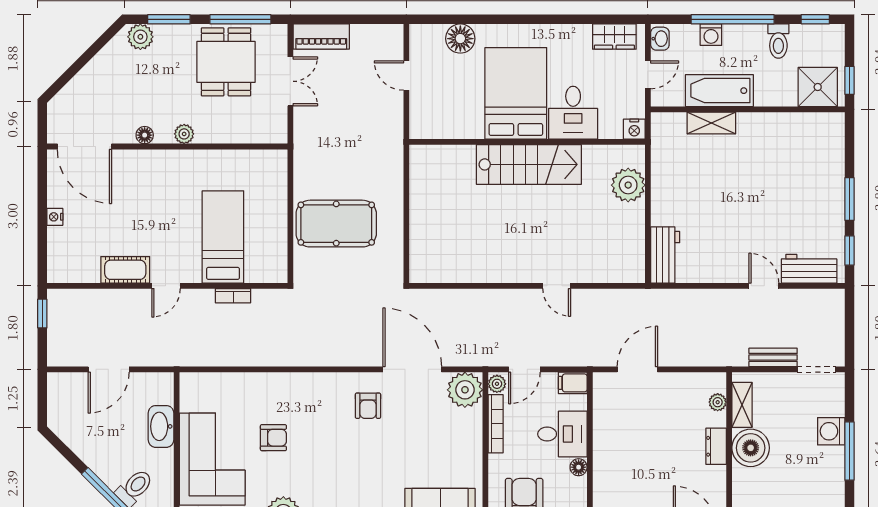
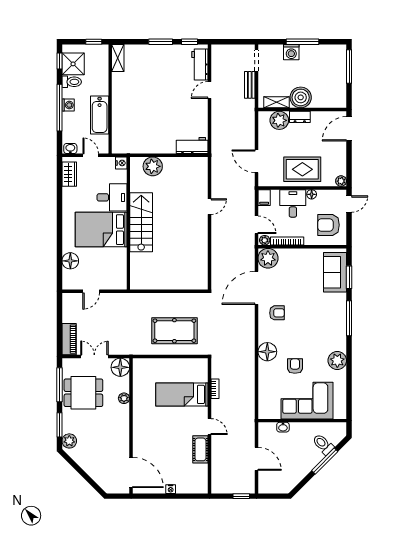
washing machine: (711, 35) -> (68, 105), moved
shower: (818, 87) -> (73, 64), moved
shelving: (711, 123) -> (118, 58), moved
plant: (184, 134) -> (124, 398), moved
floor lamp: (145, 135) -> (120, 367), moved, width x1.89, depth x1.89
door: (84, 147) -> (131, 472), hinge flipped
pool table: (336, 224) -> (174, 331), turned 90
window: (42, 314) -> (241, 496), moved
floor lamp: (299, 389) -> (267, 352), added
plant: (718, 402) -> (279, 120), width x1.87, depth x1.87
washbasin: (161, 426) -> (283, 427), width x0.52, depth x0.69
rug: (623, 451) -> (302, 169), added

